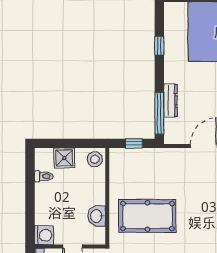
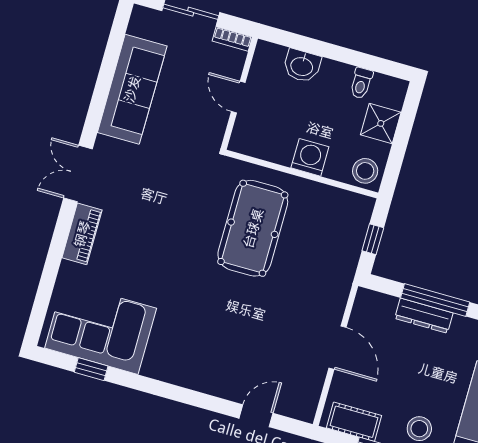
window: (159, 113) -> (435, 300), moved
washbasin: (97, 216) -> (302, 66), moved, turned 180
washing machine: (44, 235) -> (310, 157), moved, turned 180

